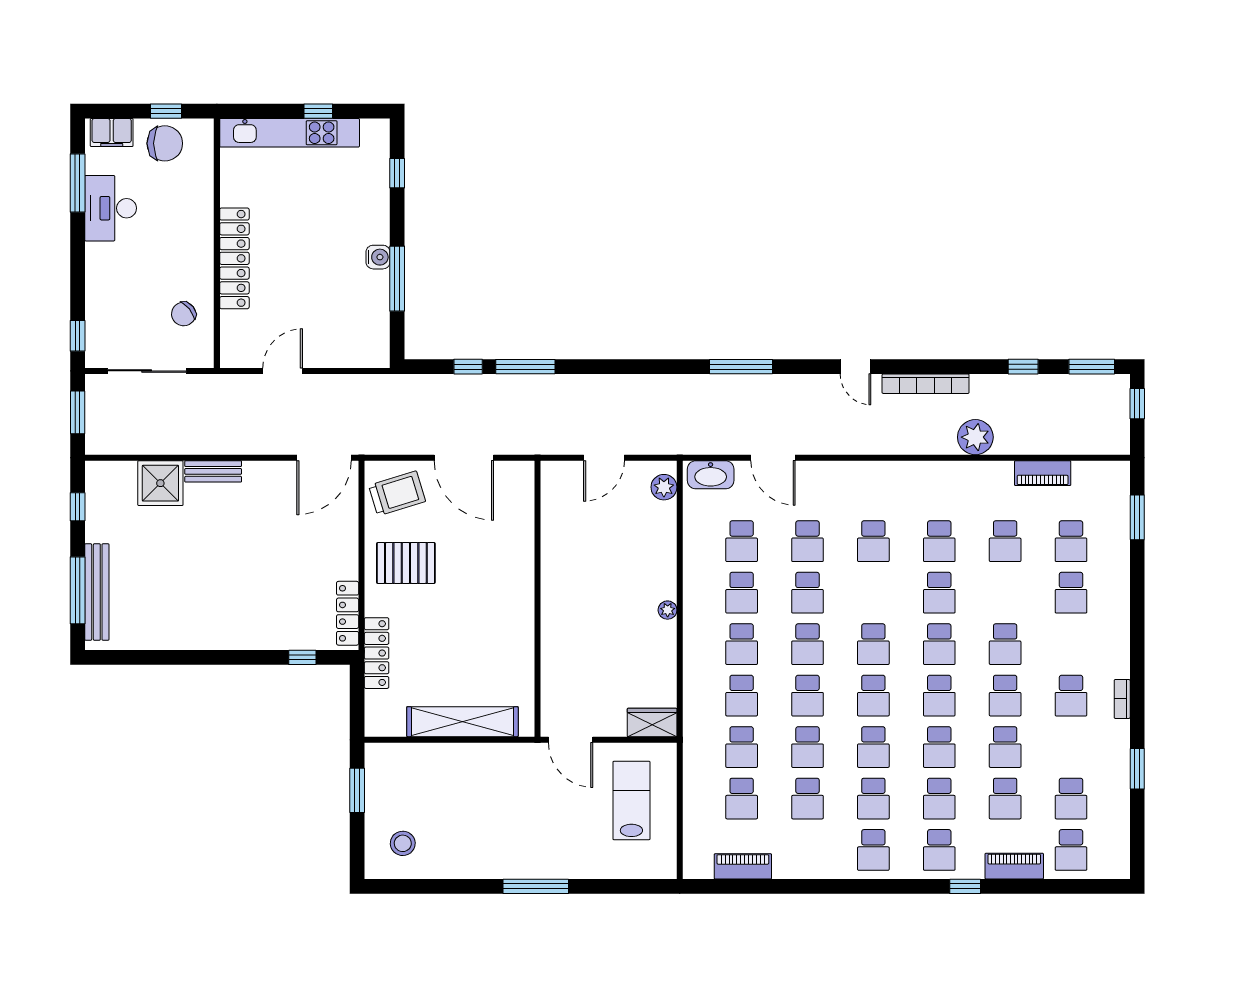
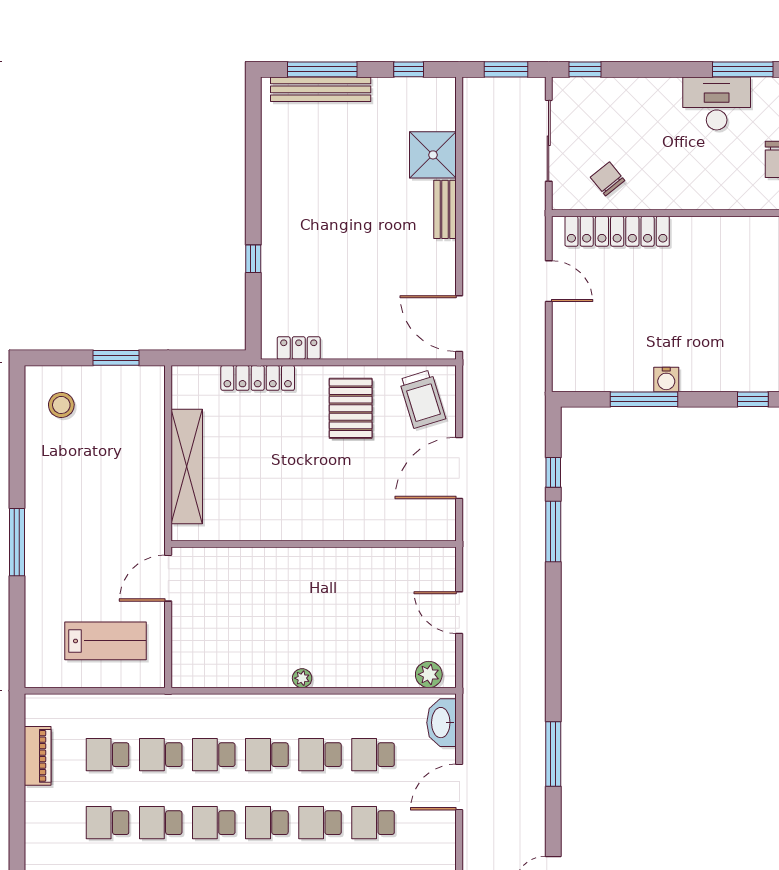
locker: (234, 258) -> (617, 231), moved
locker: (348, 613) -> (299, 348), width x0.66
window: (302, 657) -> (253, 259), moved
wardrobe: (652, 723) -> (186, 662), removed

